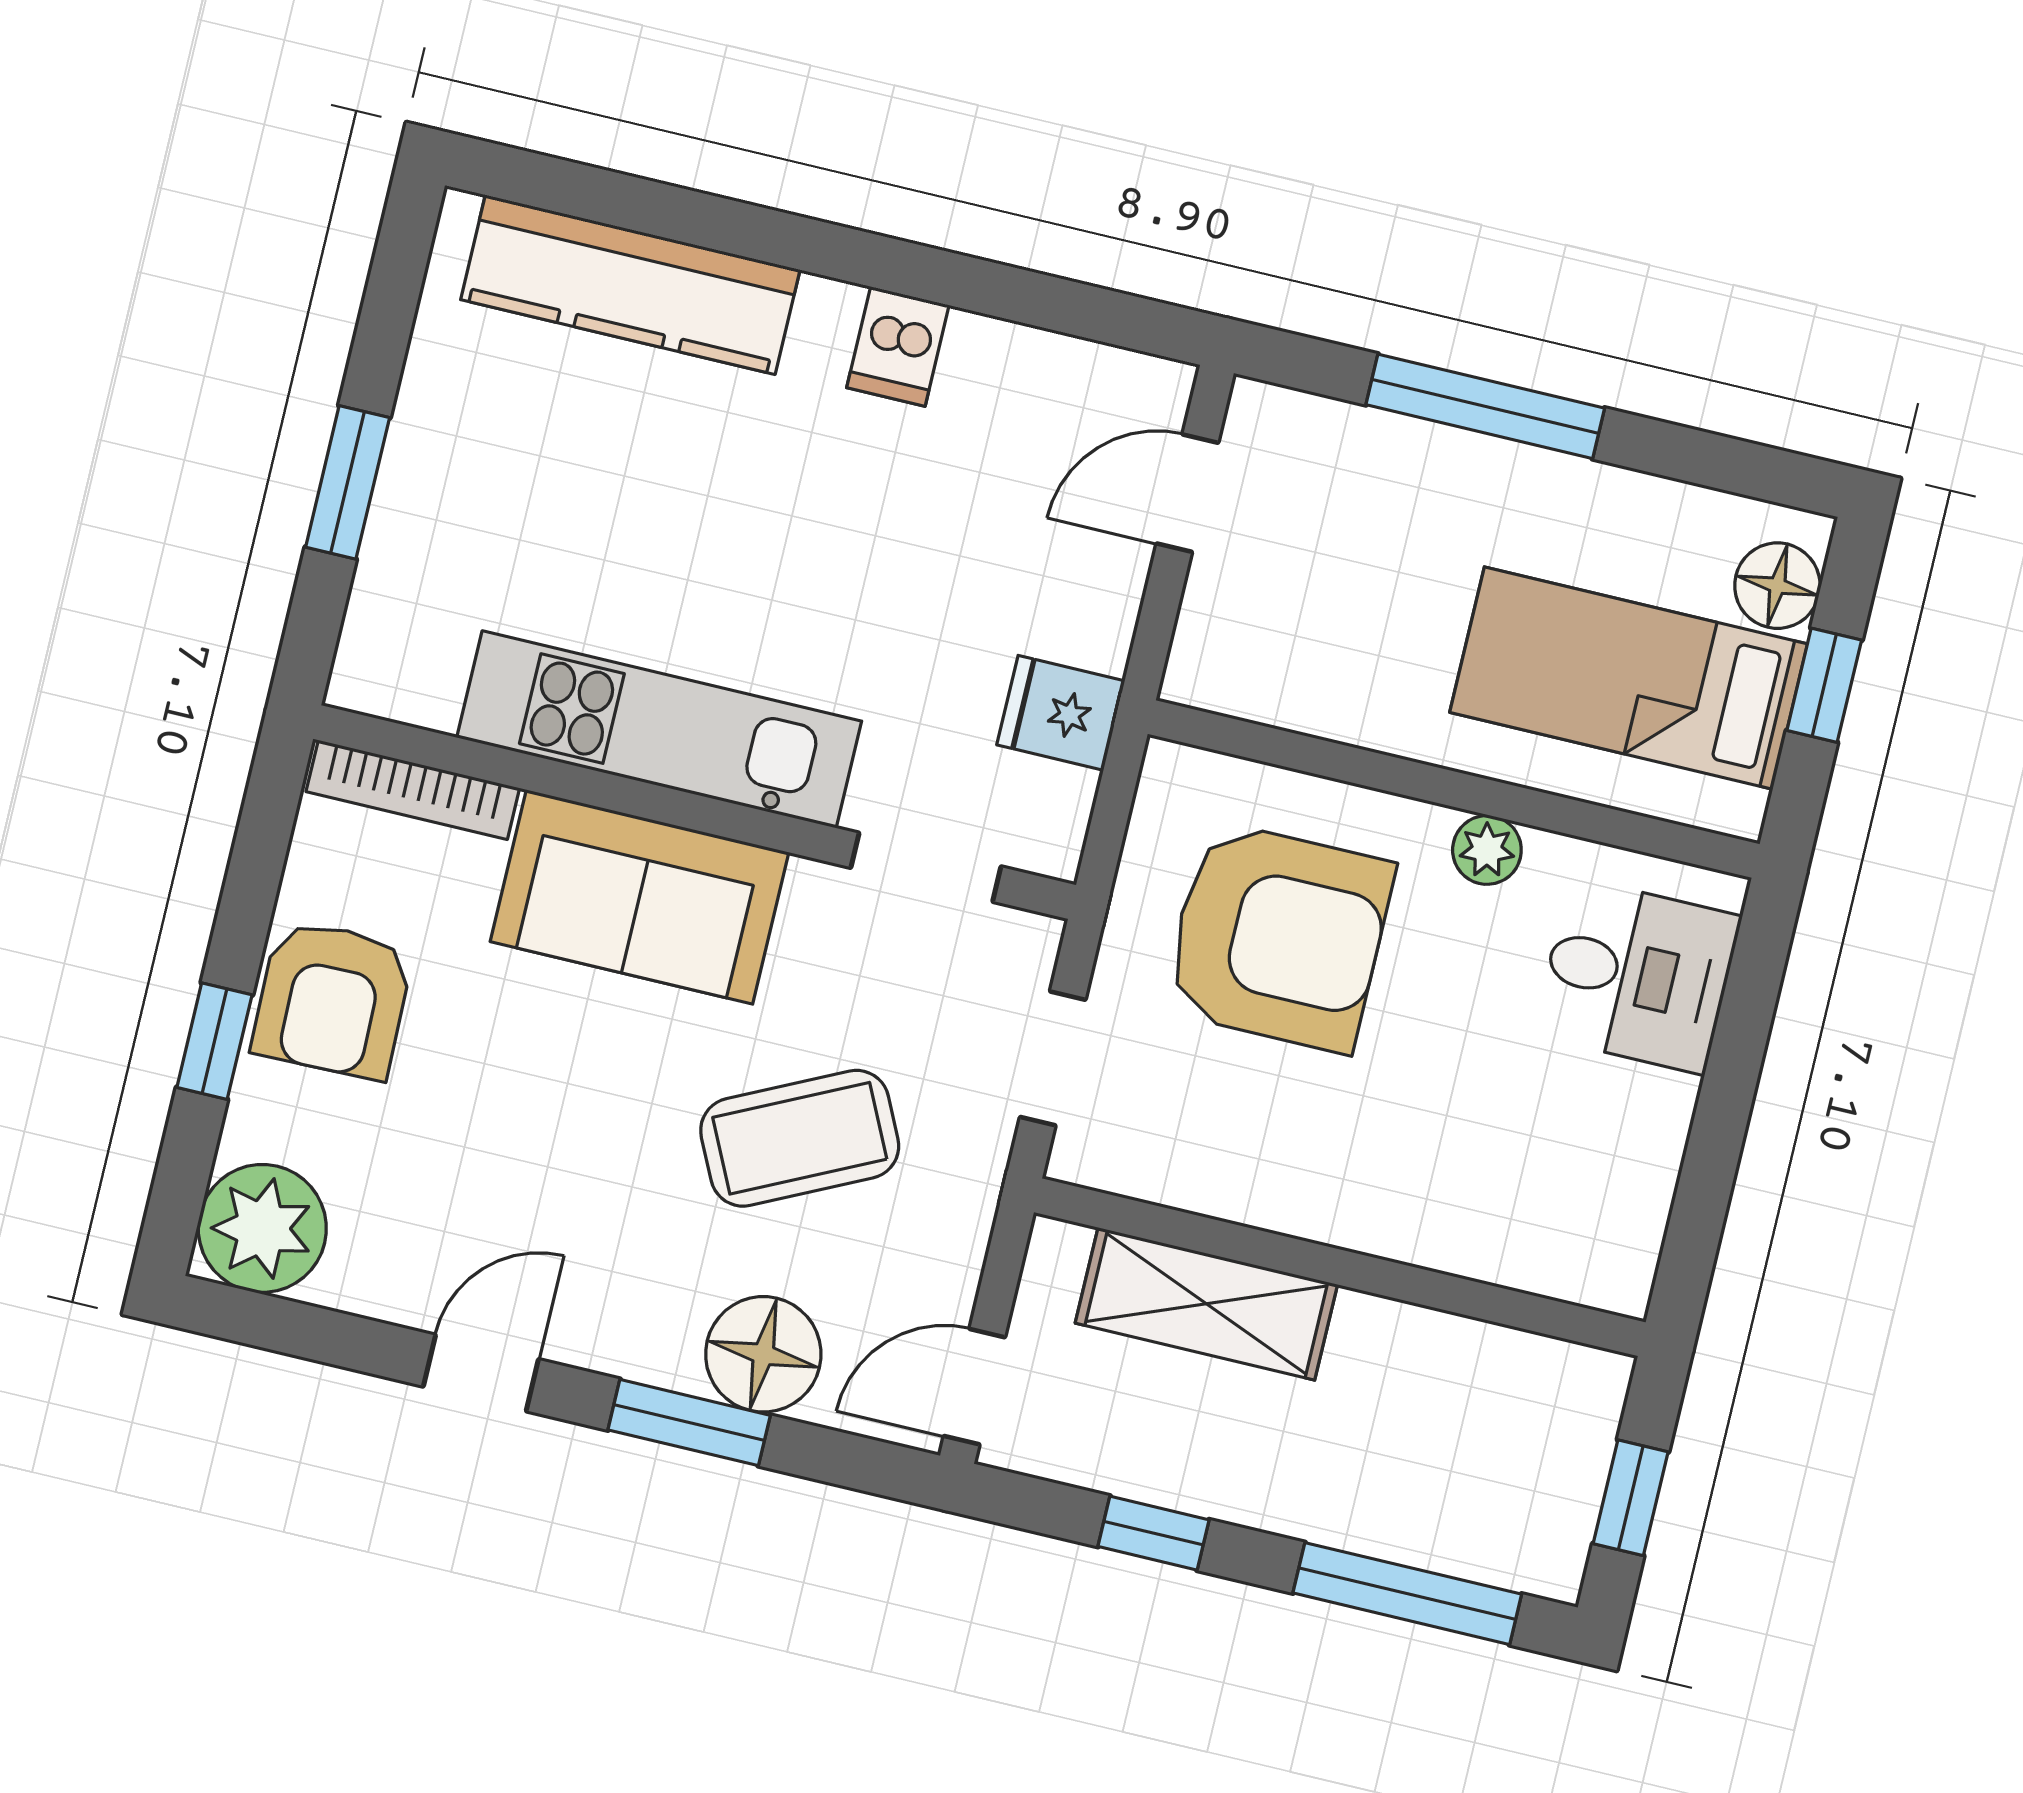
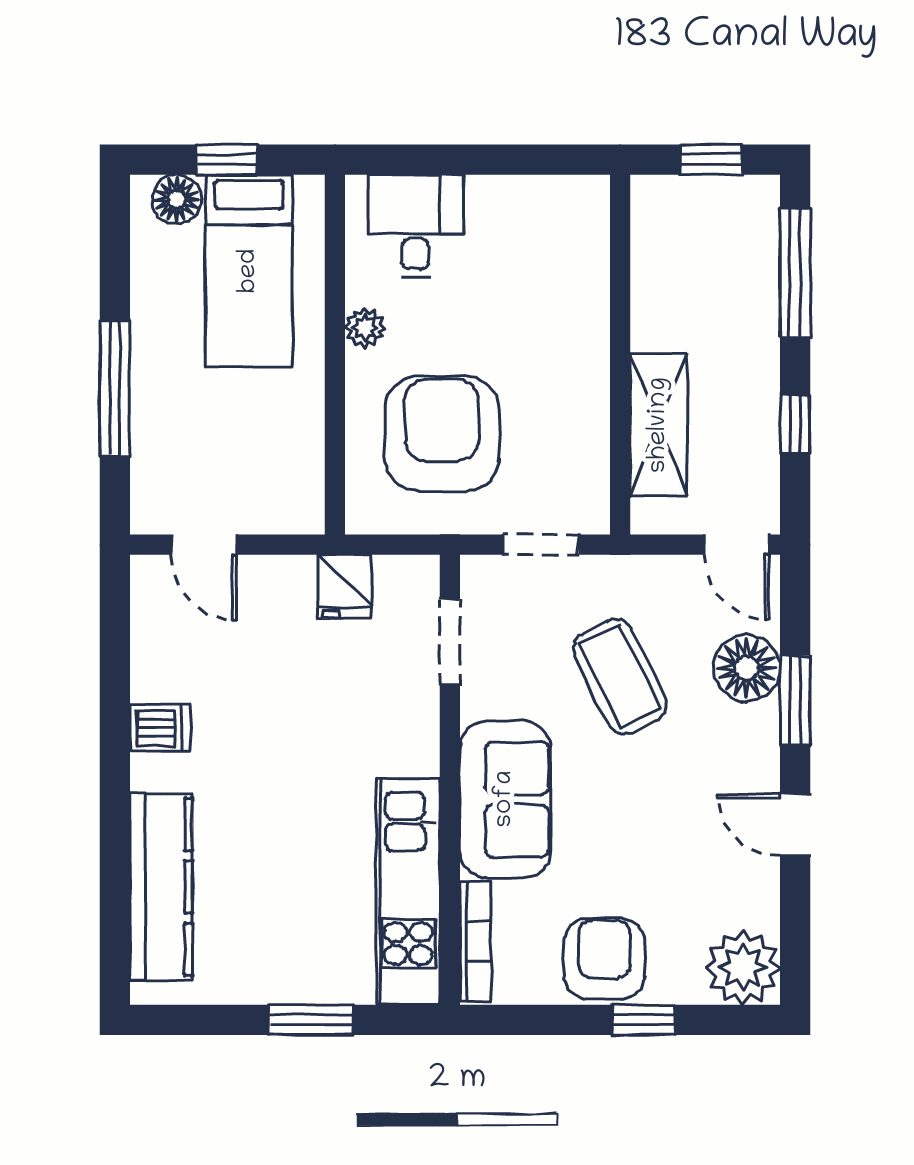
kitchen unit: (659, 729) -> (408, 892), moved
armchair: (332, 999) -> (604, 959), turned -89

